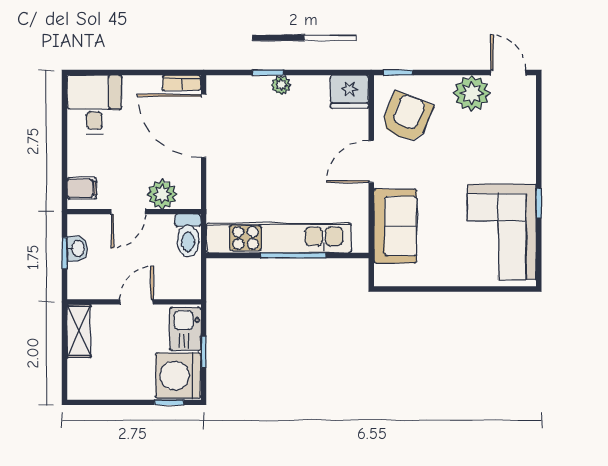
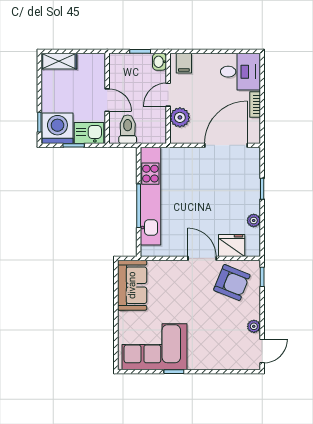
bookcase: (182, 83) -> (255, 104), moved
plant: (281, 85) -> (254, 220), moved
fridge: (349, 92) -> (232, 246), moved, turned 90
plant: (472, 93) -> (254, 326), width x0.53, depth x0.53
door: (128, 212) -> (168, 95), hinge flipped
sofa: (395, 226) -> (132, 285), moved, turned -90
toilet: (188, 236) -> (128, 129), moved, turned 90
washbasin: (77, 249) -> (159, 62), moved, turned 90
shelving: (79, 331) -> (59, 61), moved

